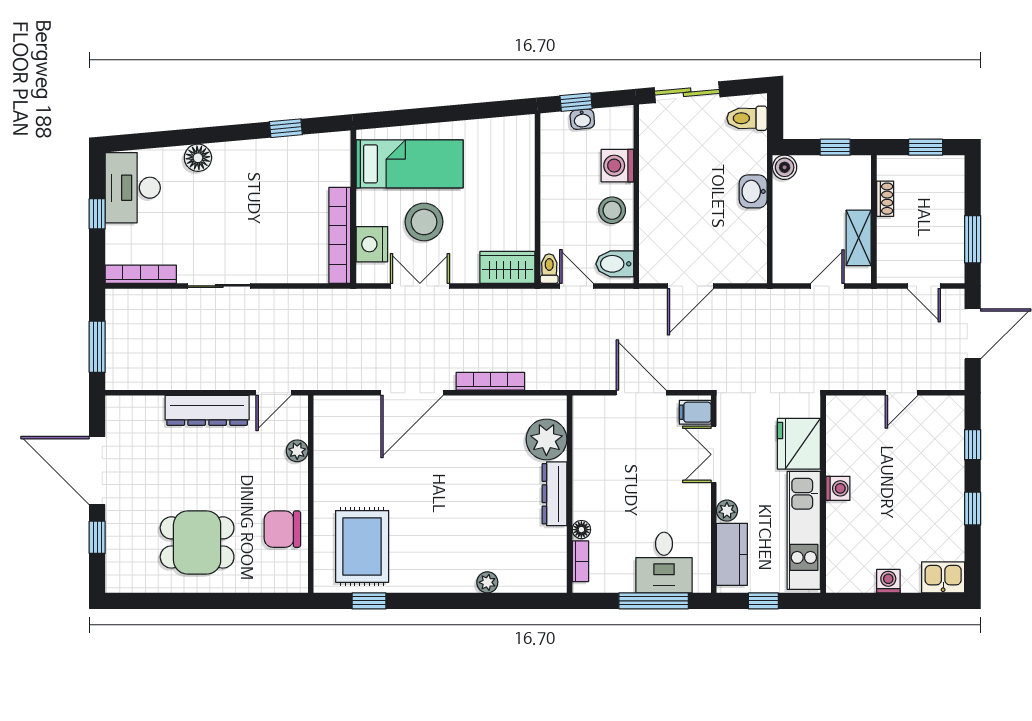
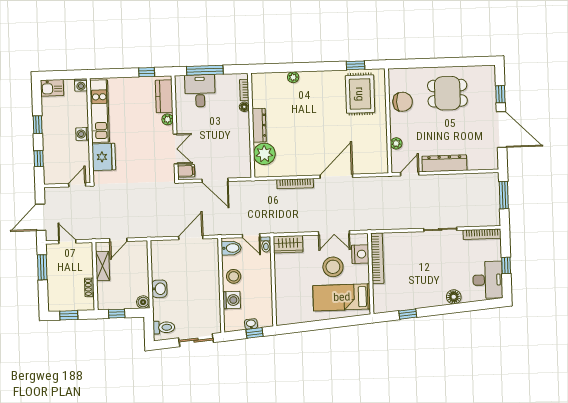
fridge: (799, 444) -> (104, 157), moved
washing machine: (838, 488) -> (82, 134), moved
wall: (823, 494) -> (90, 131), moved
kitchen unit: (804, 530) -> (100, 111), moved

